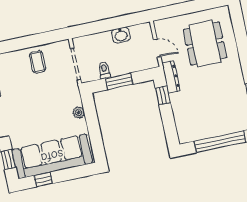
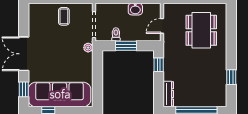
door: (157, 48) -> (162, 26), swing flipped
dresser: (171, 77) -> (168, 94), moved
plant: (79, 113) -> (88, 48), moved

